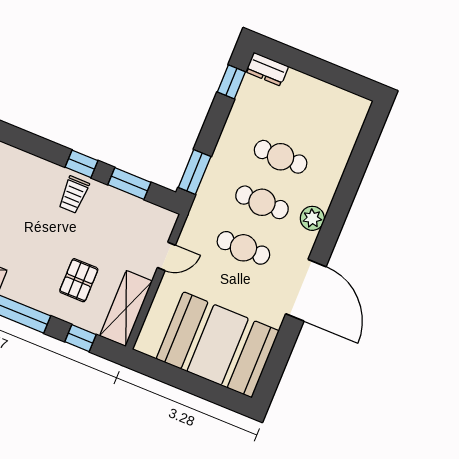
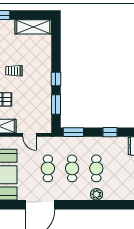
window: (231, 82) -> (110, 132), moved
trolley: (74, 195) -> (14, 71), moved
plant: (312, 218) -> (97, 194), moved

